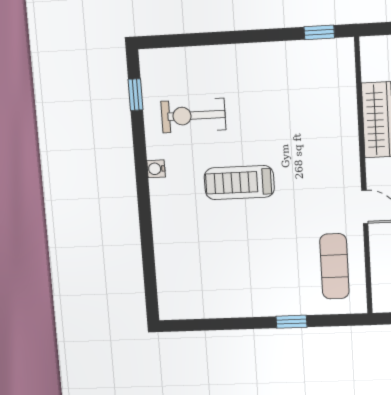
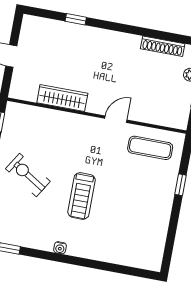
exercise bike: (193, 116) -> (28, 175), moved, turned 122

